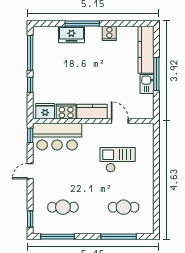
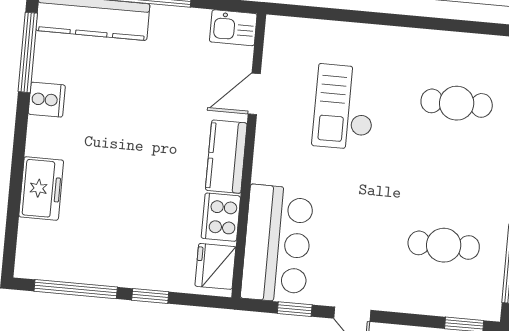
window: (82, 23) -> (28, 52), moved
kitchen sink: (147, 84) -> (233, 28), moved
window: (30, 135) -> (295, 309), moved
cafe table: (63, 207) -> (444, 245), turned 90
cafe table: (124, 207) -> (457, 103), turned 90

